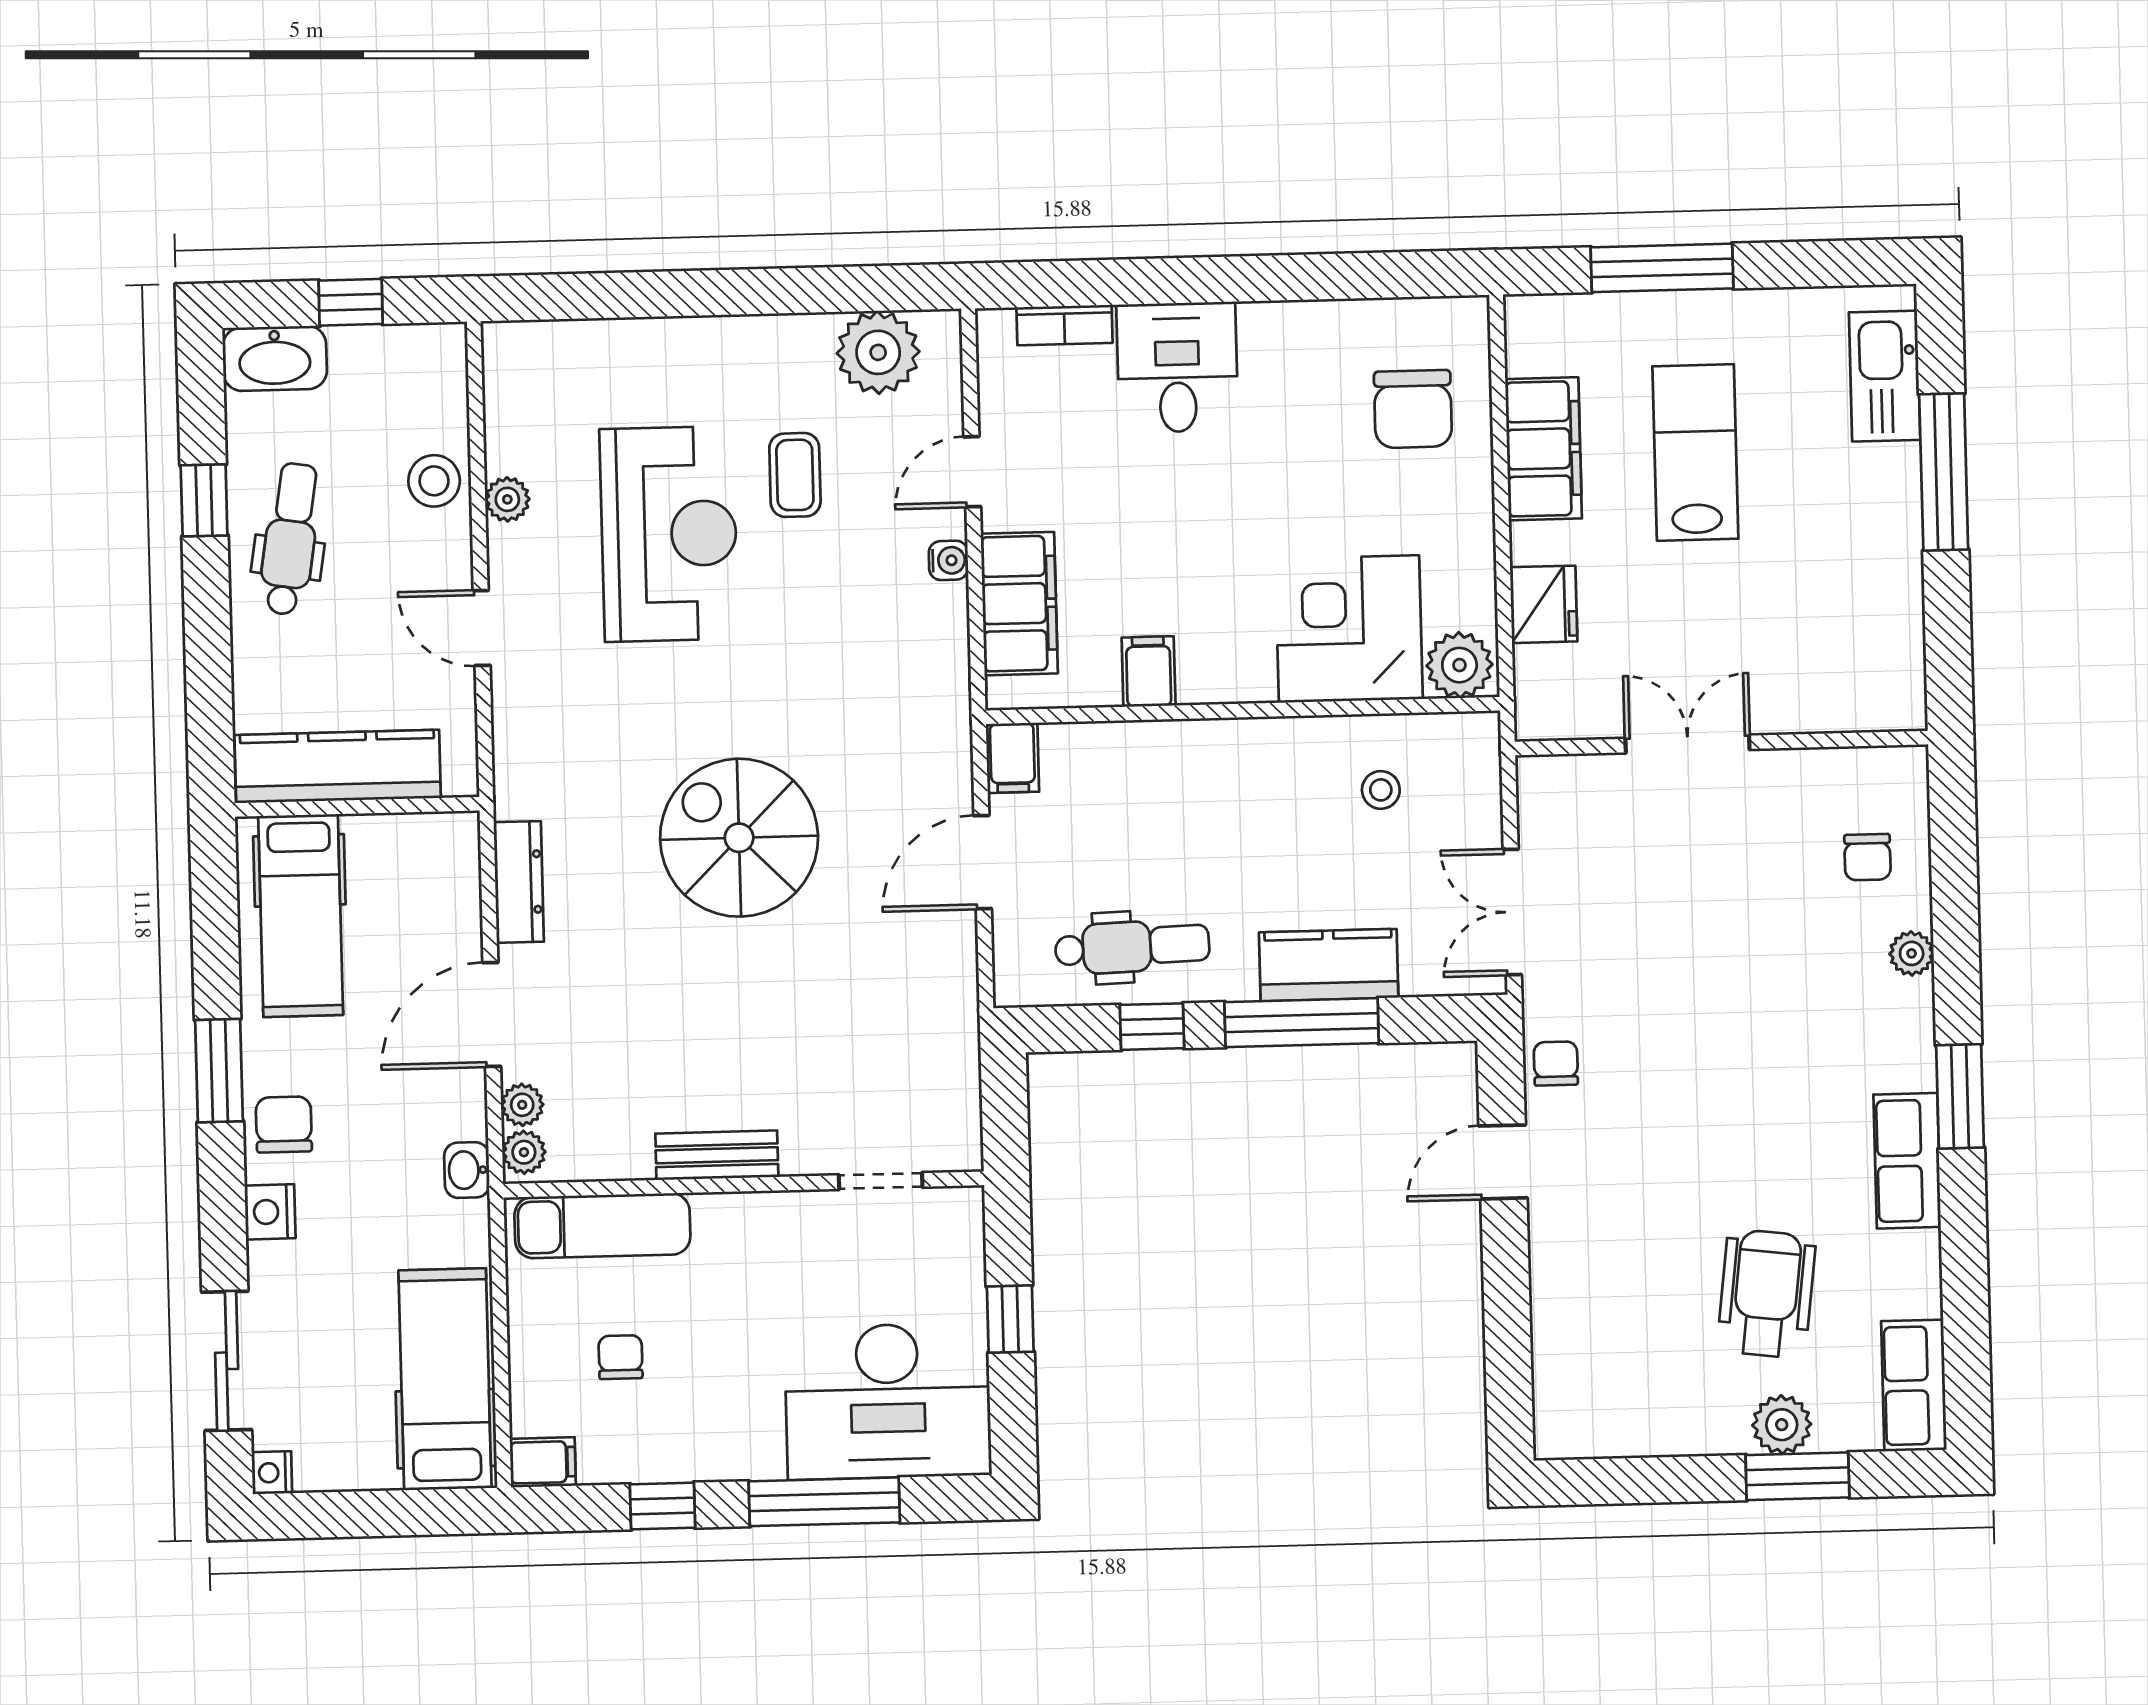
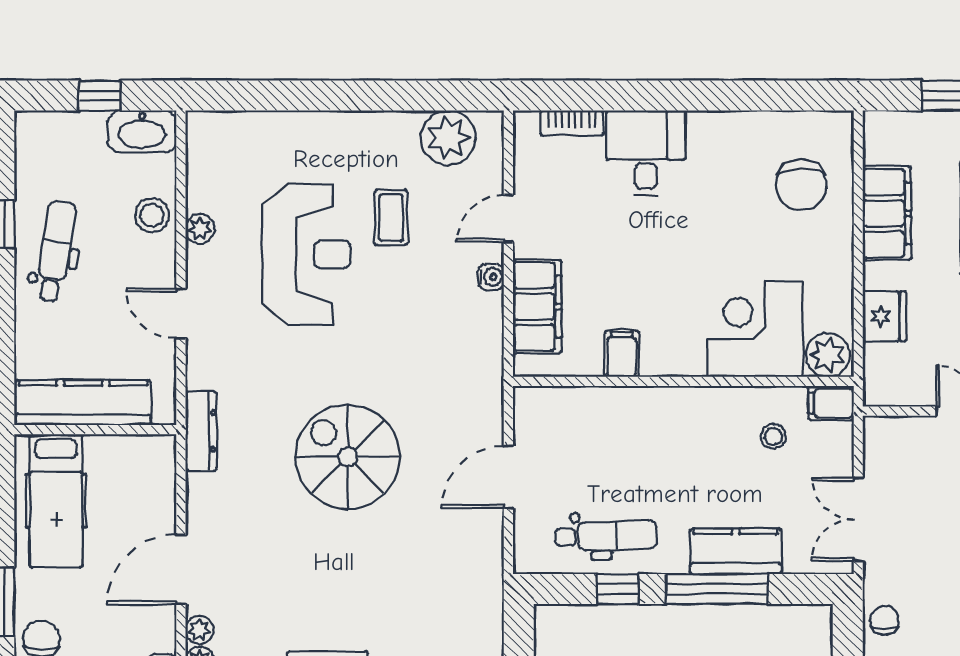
washbasin: (275, 358) -> (142, 131), moved
filing cabinet: (1012, 758) -> (831, 403), moved, turned 90
dresser: (519, 882) -> (201, 431), moved

